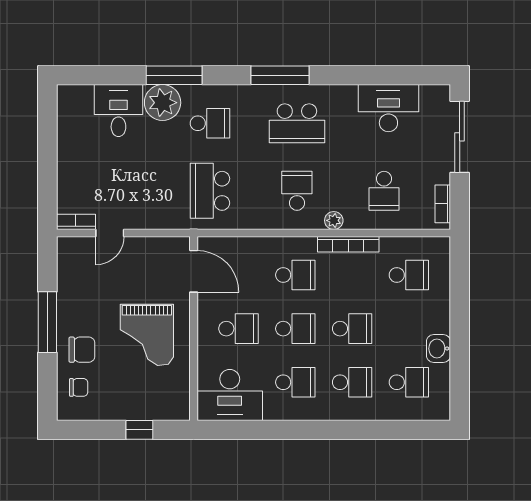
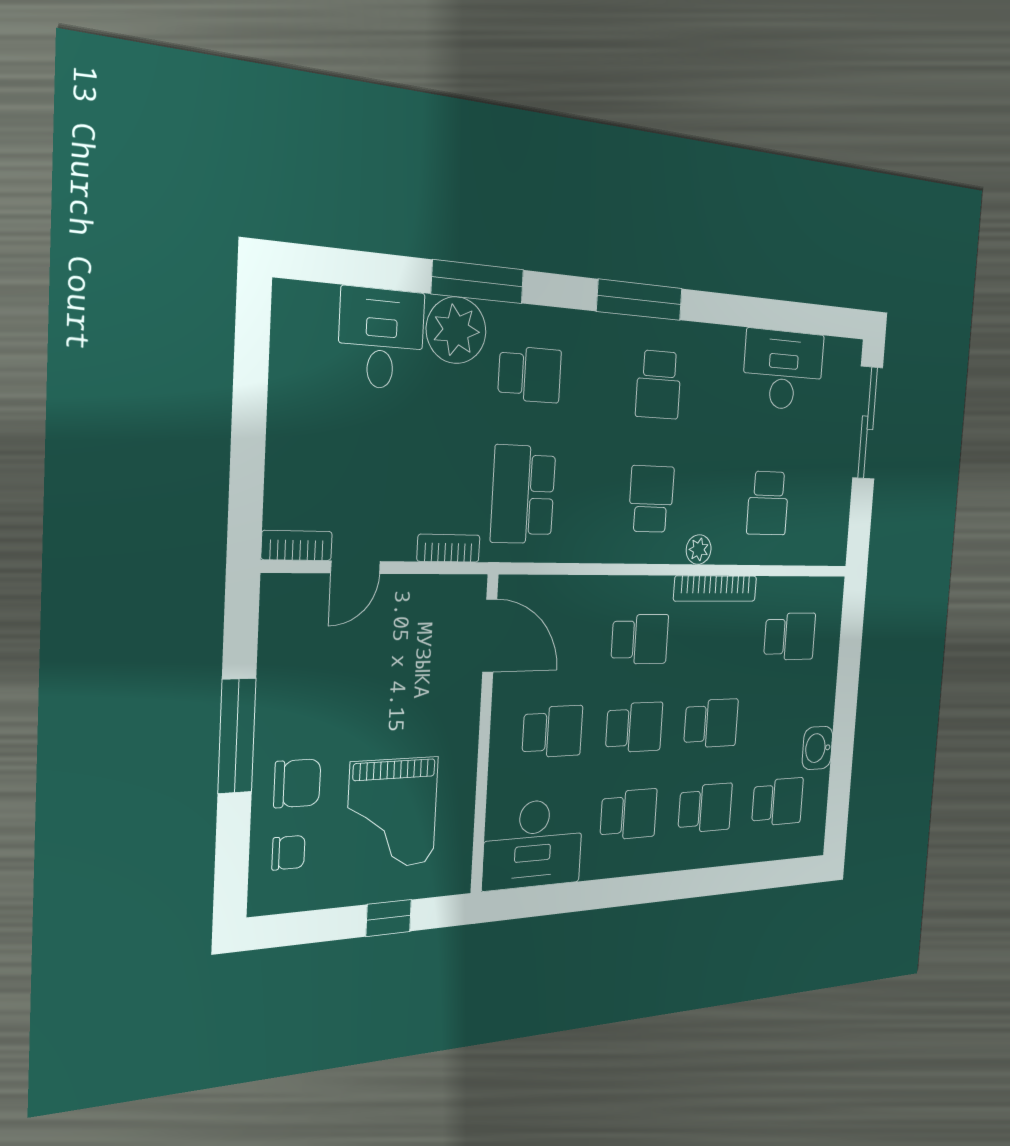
school desk: (297, 123) -> (659, 385), width x0.54
bookcase: (443, 204) -> (449, 548), moved, turned 90
grand piano: (147, 335) -> (392, 813), moved

